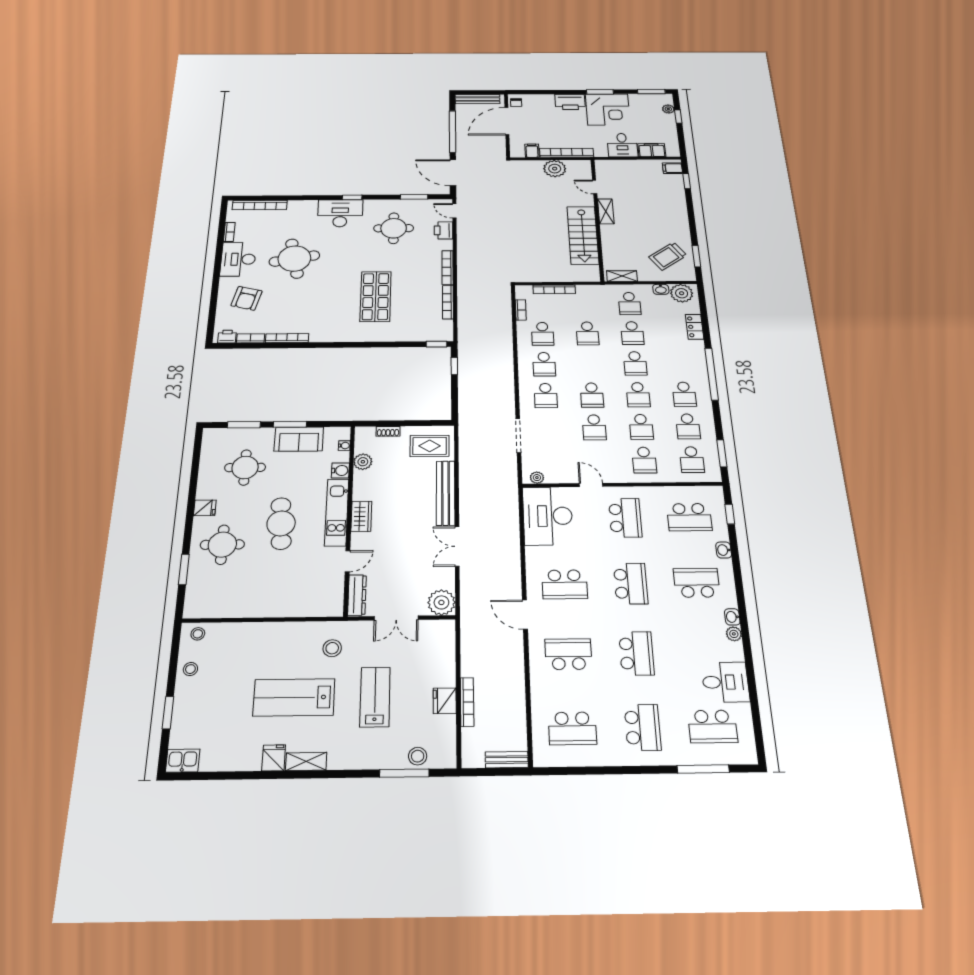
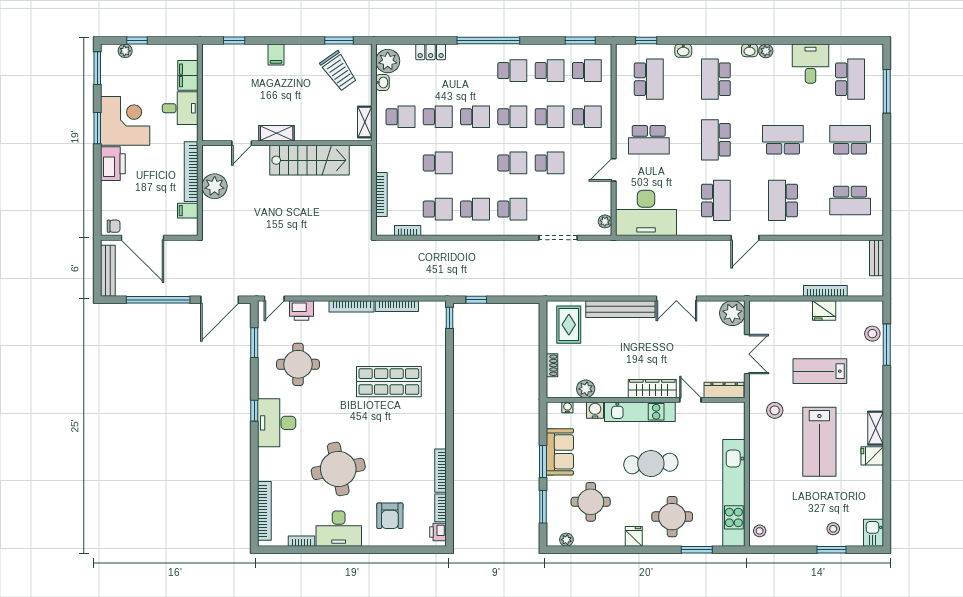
filing cabinet: (672, 168) -> (276, 55), moved
armchair: (247, 298) -> (390, 516), turned 76
plant: (208, 446) -> (566, 540), added
wardrobe: (361, 516) -> (652, 389), width x1.50
school desk: (625, 518) -> (649, 140), turned 180
school desk: (631, 584) -> (716, 140), turned -90
kitchen unit: (243, 606) -> (734, 493), added
stool: (190, 669) -> (833, 529), moved
school desk: (572, 728) -> (850, 200), turned 90

